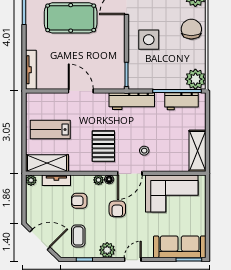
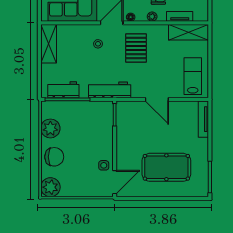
chair: (191, 29) -> (54, 157), turned -90
side table: (149, 40) -> (104, 165), moved, width x0.54, depth x0.54
plant: (195, 79) -> (50, 128), moved
lab bench: (50, 130) -> (193, 76), moved, turned -90
plant: (31, 180) -> (203, 16), removed
plant: (98, 180) -> (152, 17), moved

